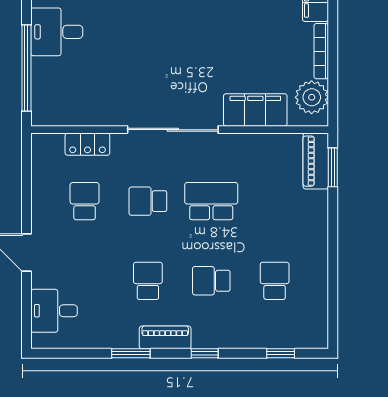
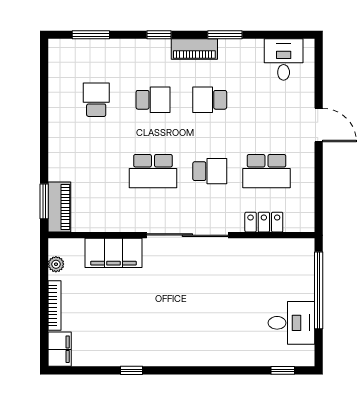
plant: (312, 97) -> (56, 264), width x0.53, depth x0.53
school desk: (85, 201) -> (266, 171), width x1.85
school desk: (148, 281) -> (210, 100), turned 90
school desk: (275, 281) -> (96, 100), turned 180
desk: (54, 311) -> (284, 59), moved, turned -90
window: (281, 353) -> (91, 35), width x1.50

